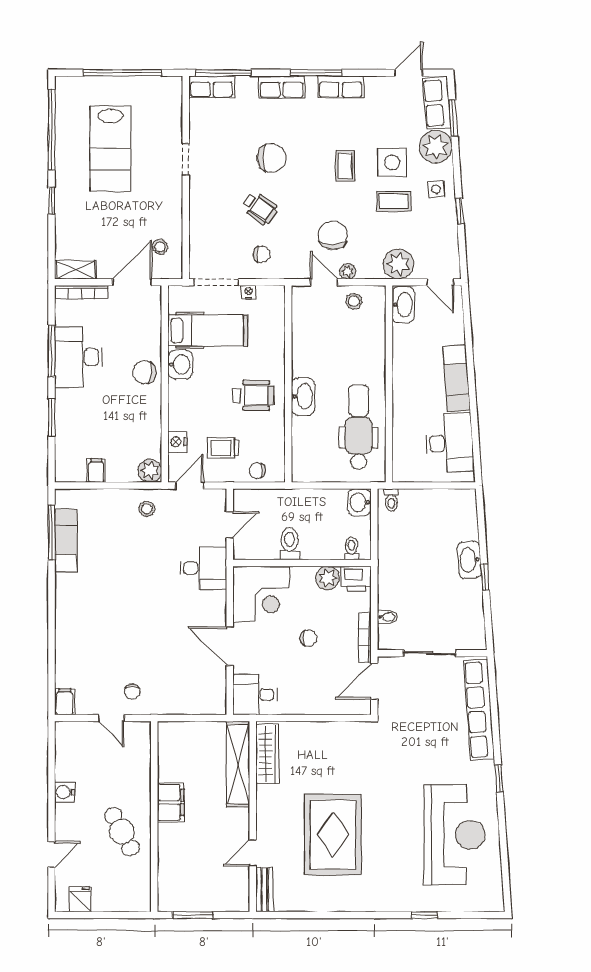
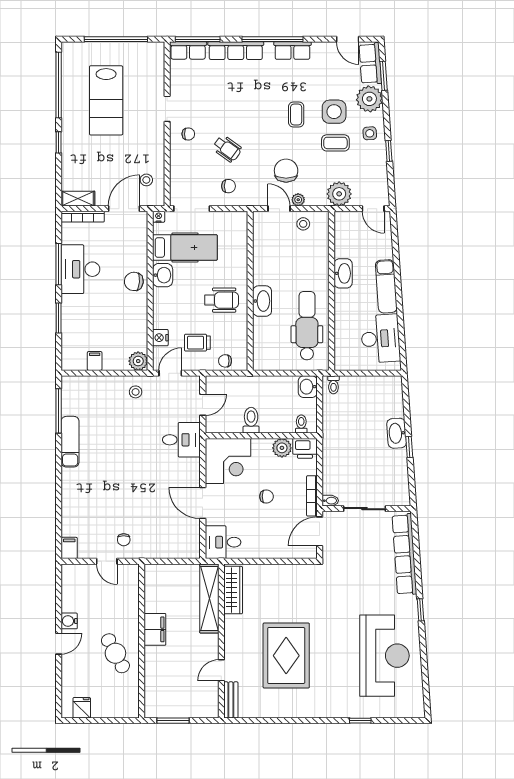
window: (316, 73) -> (273, 39), width x1.46
door: (409, 73) -> (348, 39), swing flipped
row of seats: (282, 87) -> (236, 51), width x1.48
chair: (271, 158) -> (188, 134), moved, width x0.54, depth x0.54
nightstand: (248, 292) -> (159, 217), moved
washbasin: (403, 305) -> (343, 273), moved
exam couch: (66, 541) -> (70, 442), moved
bidet: (387, 617) -> (330, 501), moved
door: (52, 854) -> (59, 644), moved

